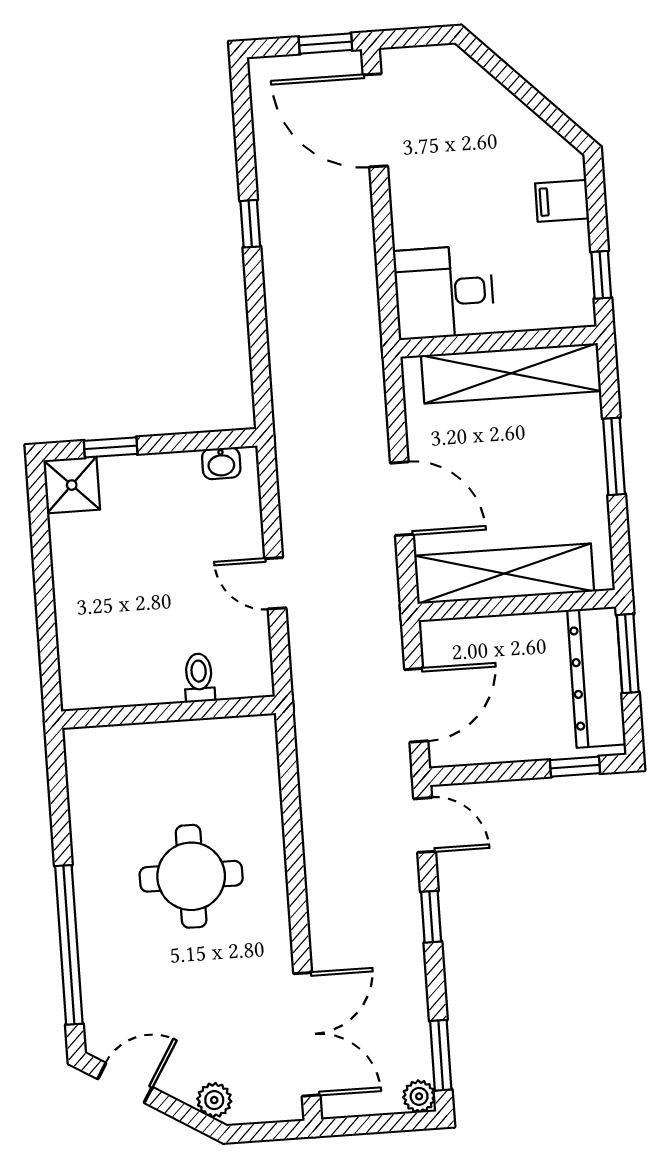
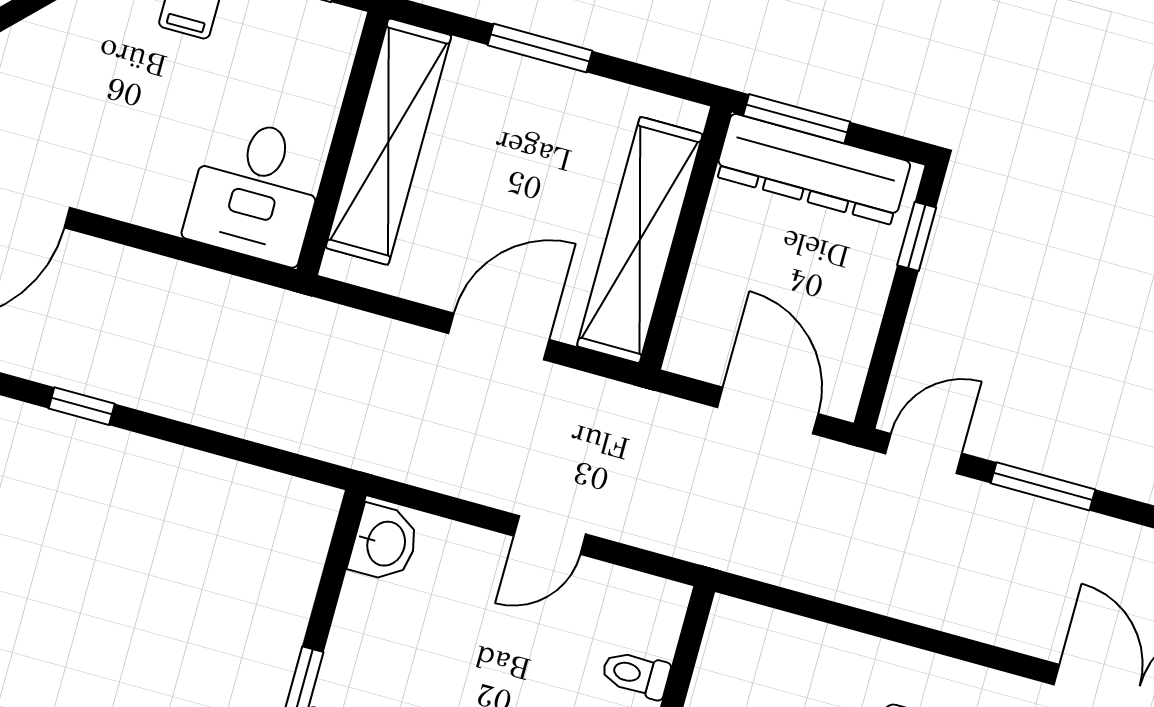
washbasin: (221, 463) -> (384, 543), width x1.38, depth x1.45
window: (431, 917) -> (1043, 486), width x1.50

